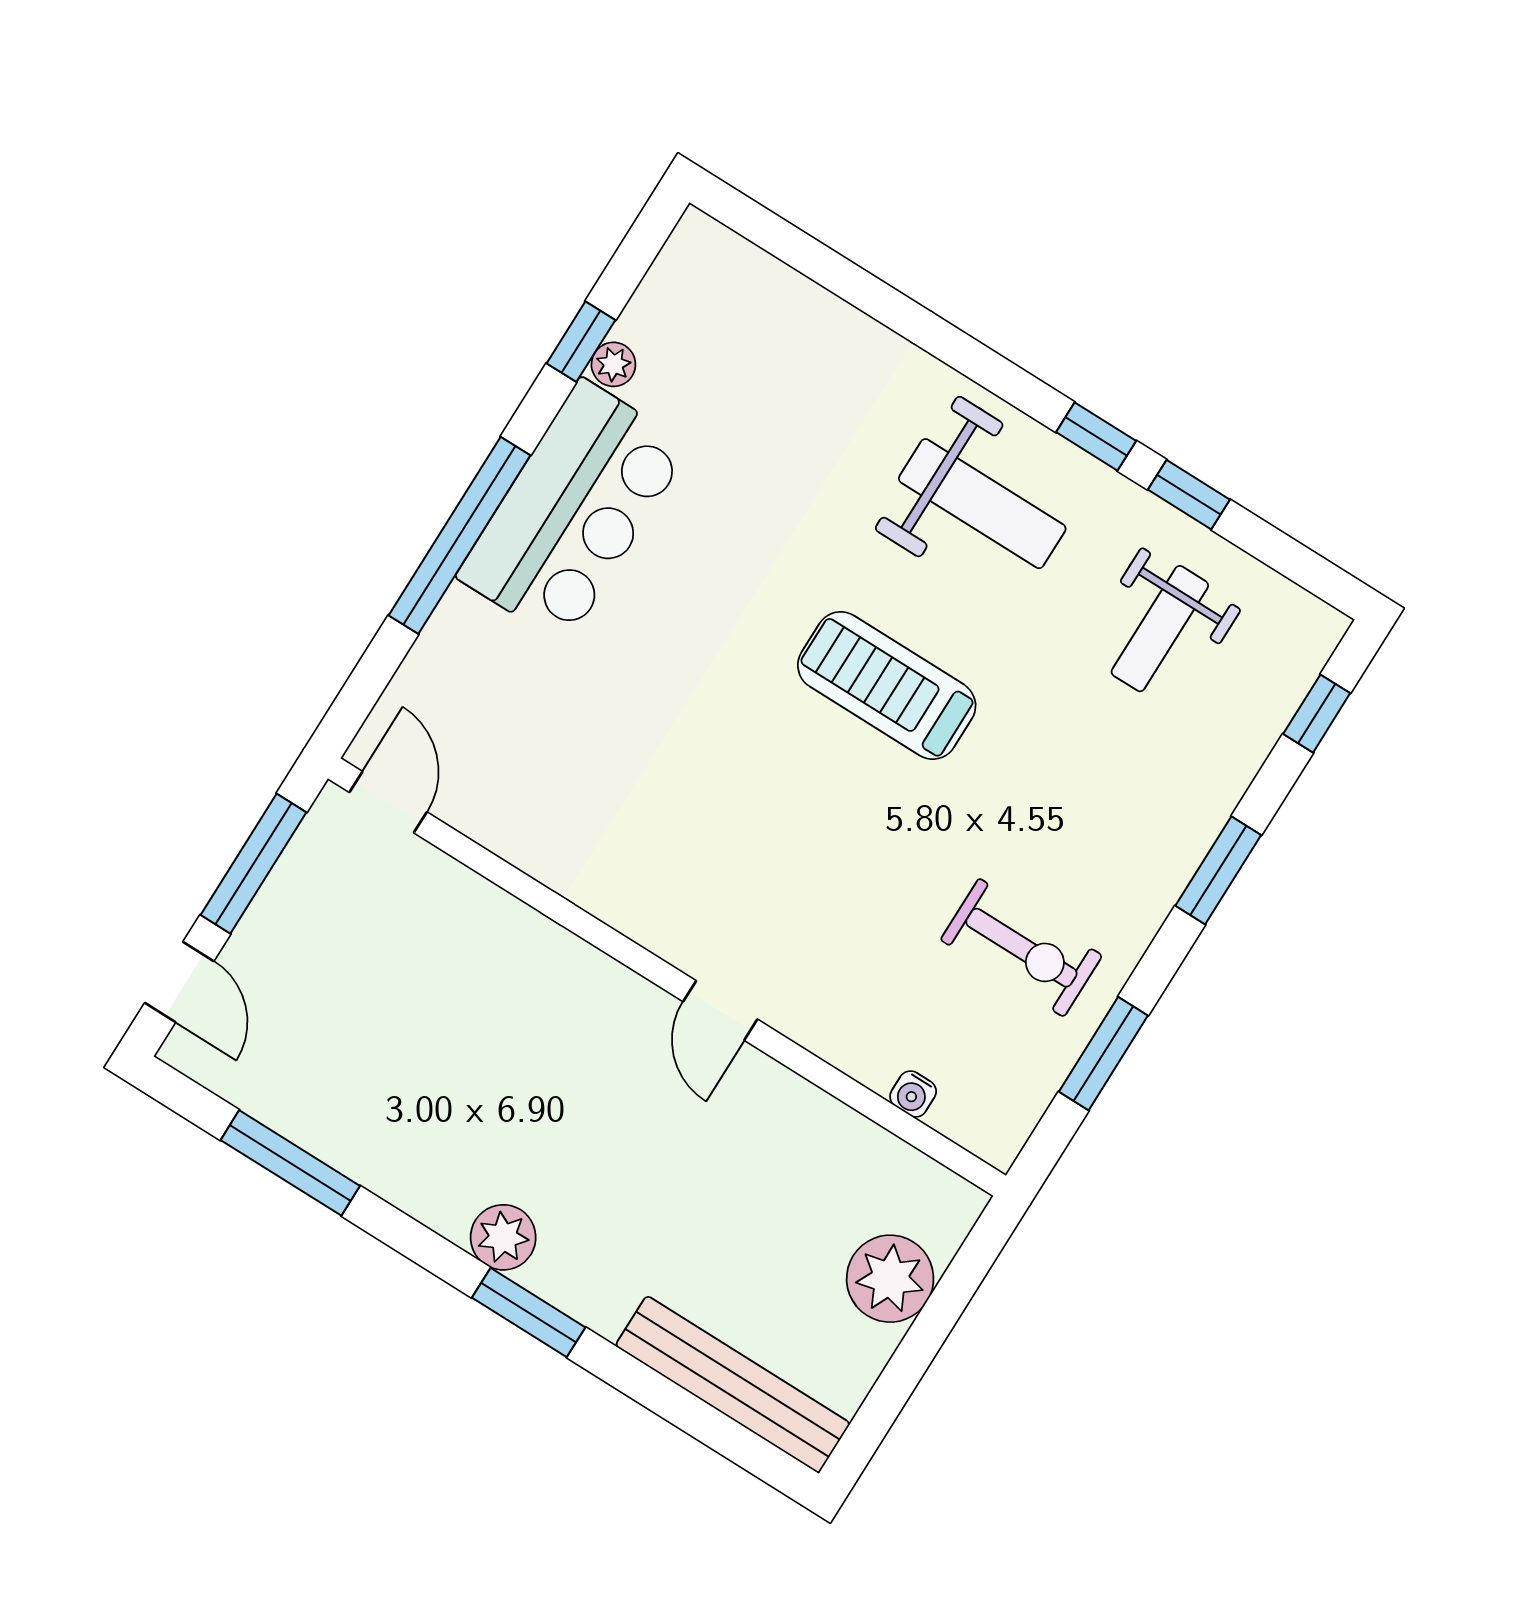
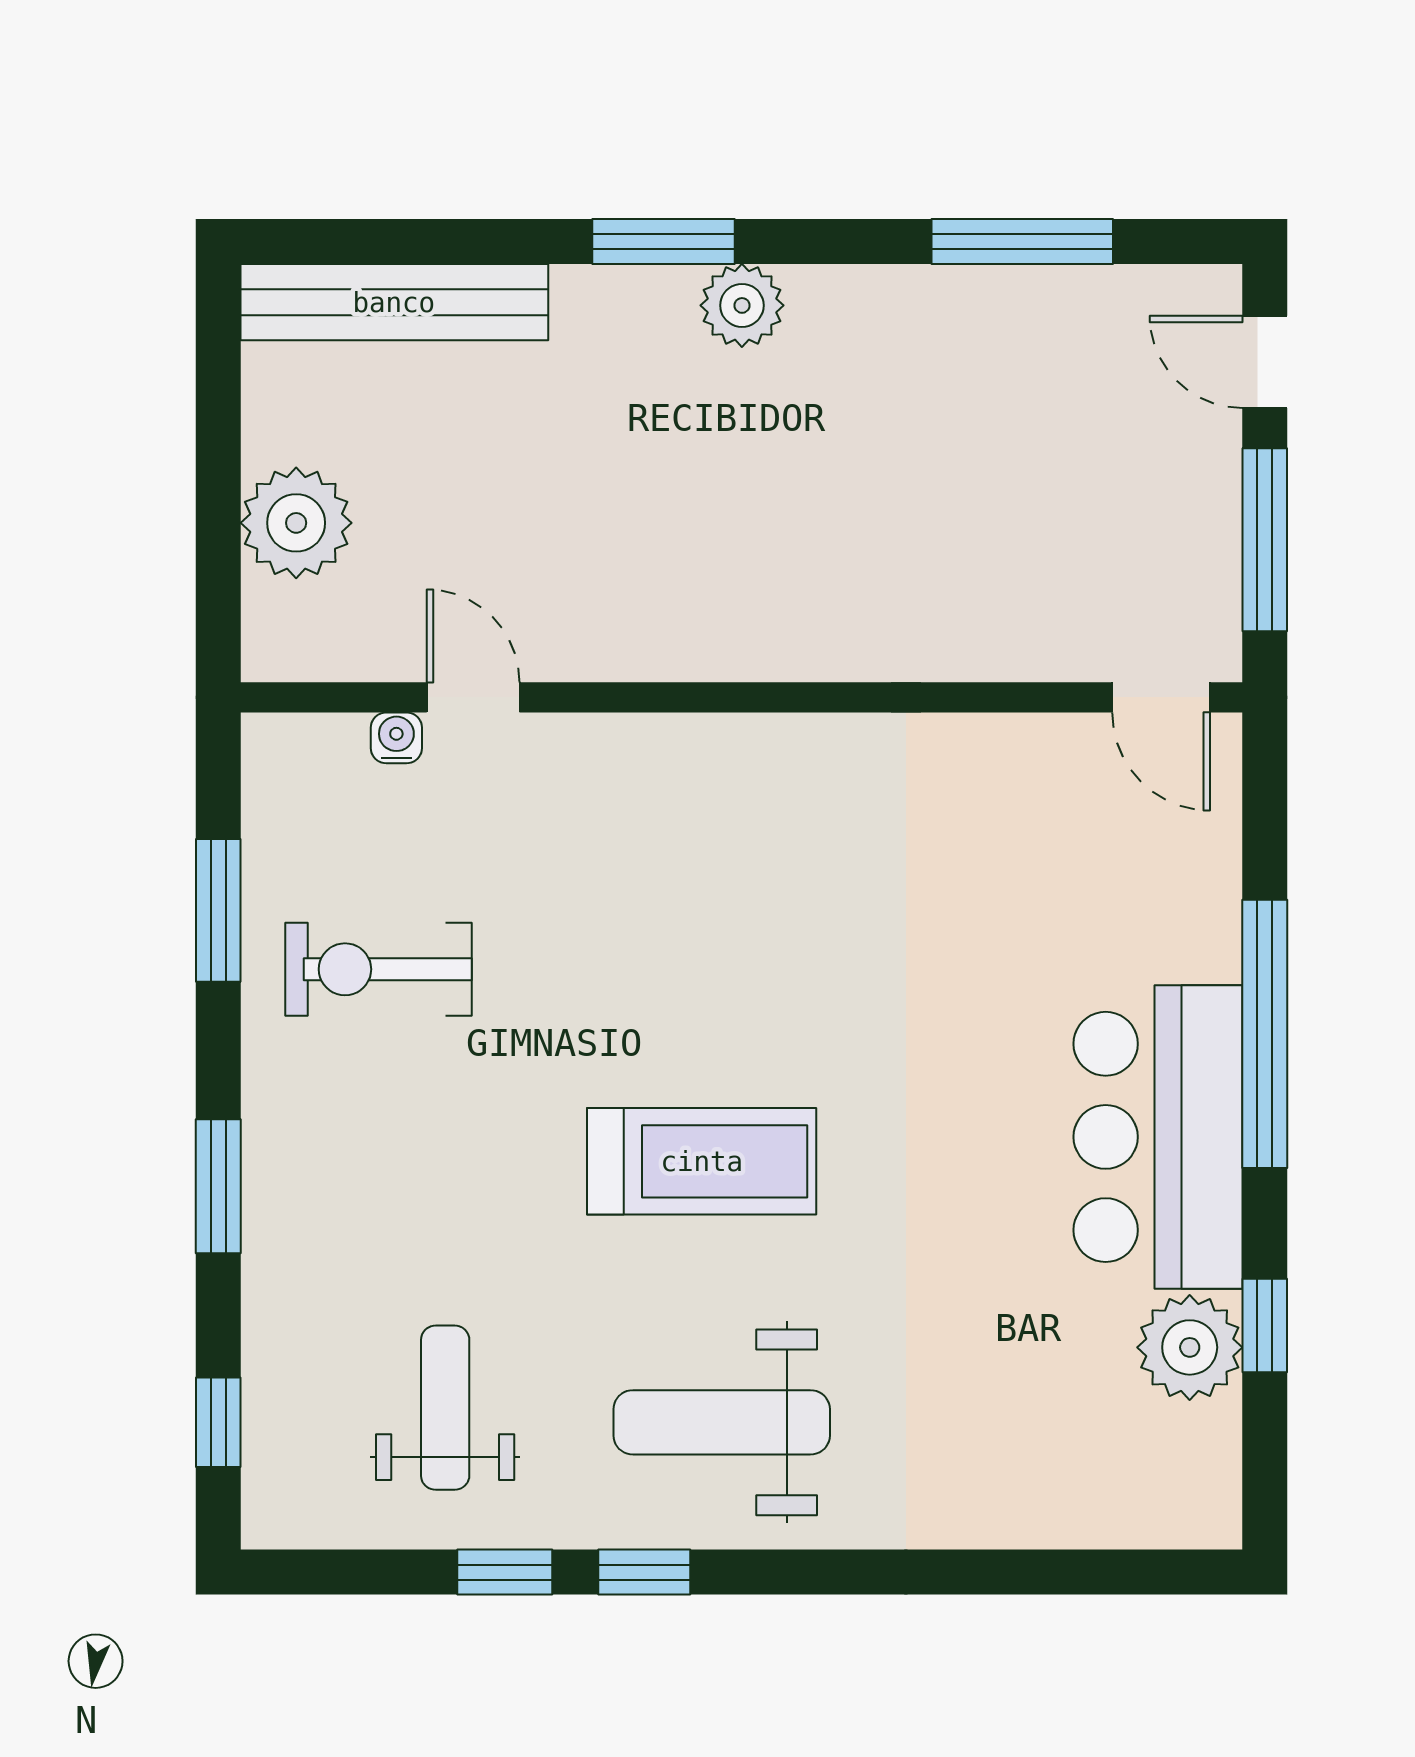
plant: (613, 364) -> (1190, 1347), width x1.88, depth x1.88
door: (720, 1010) -> (473, 697), moved

